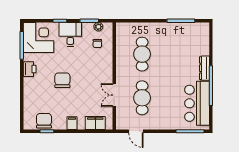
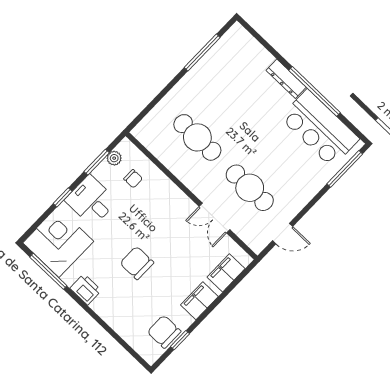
filing cabinet: (72, 123) -> (199, 301), width x2.00

